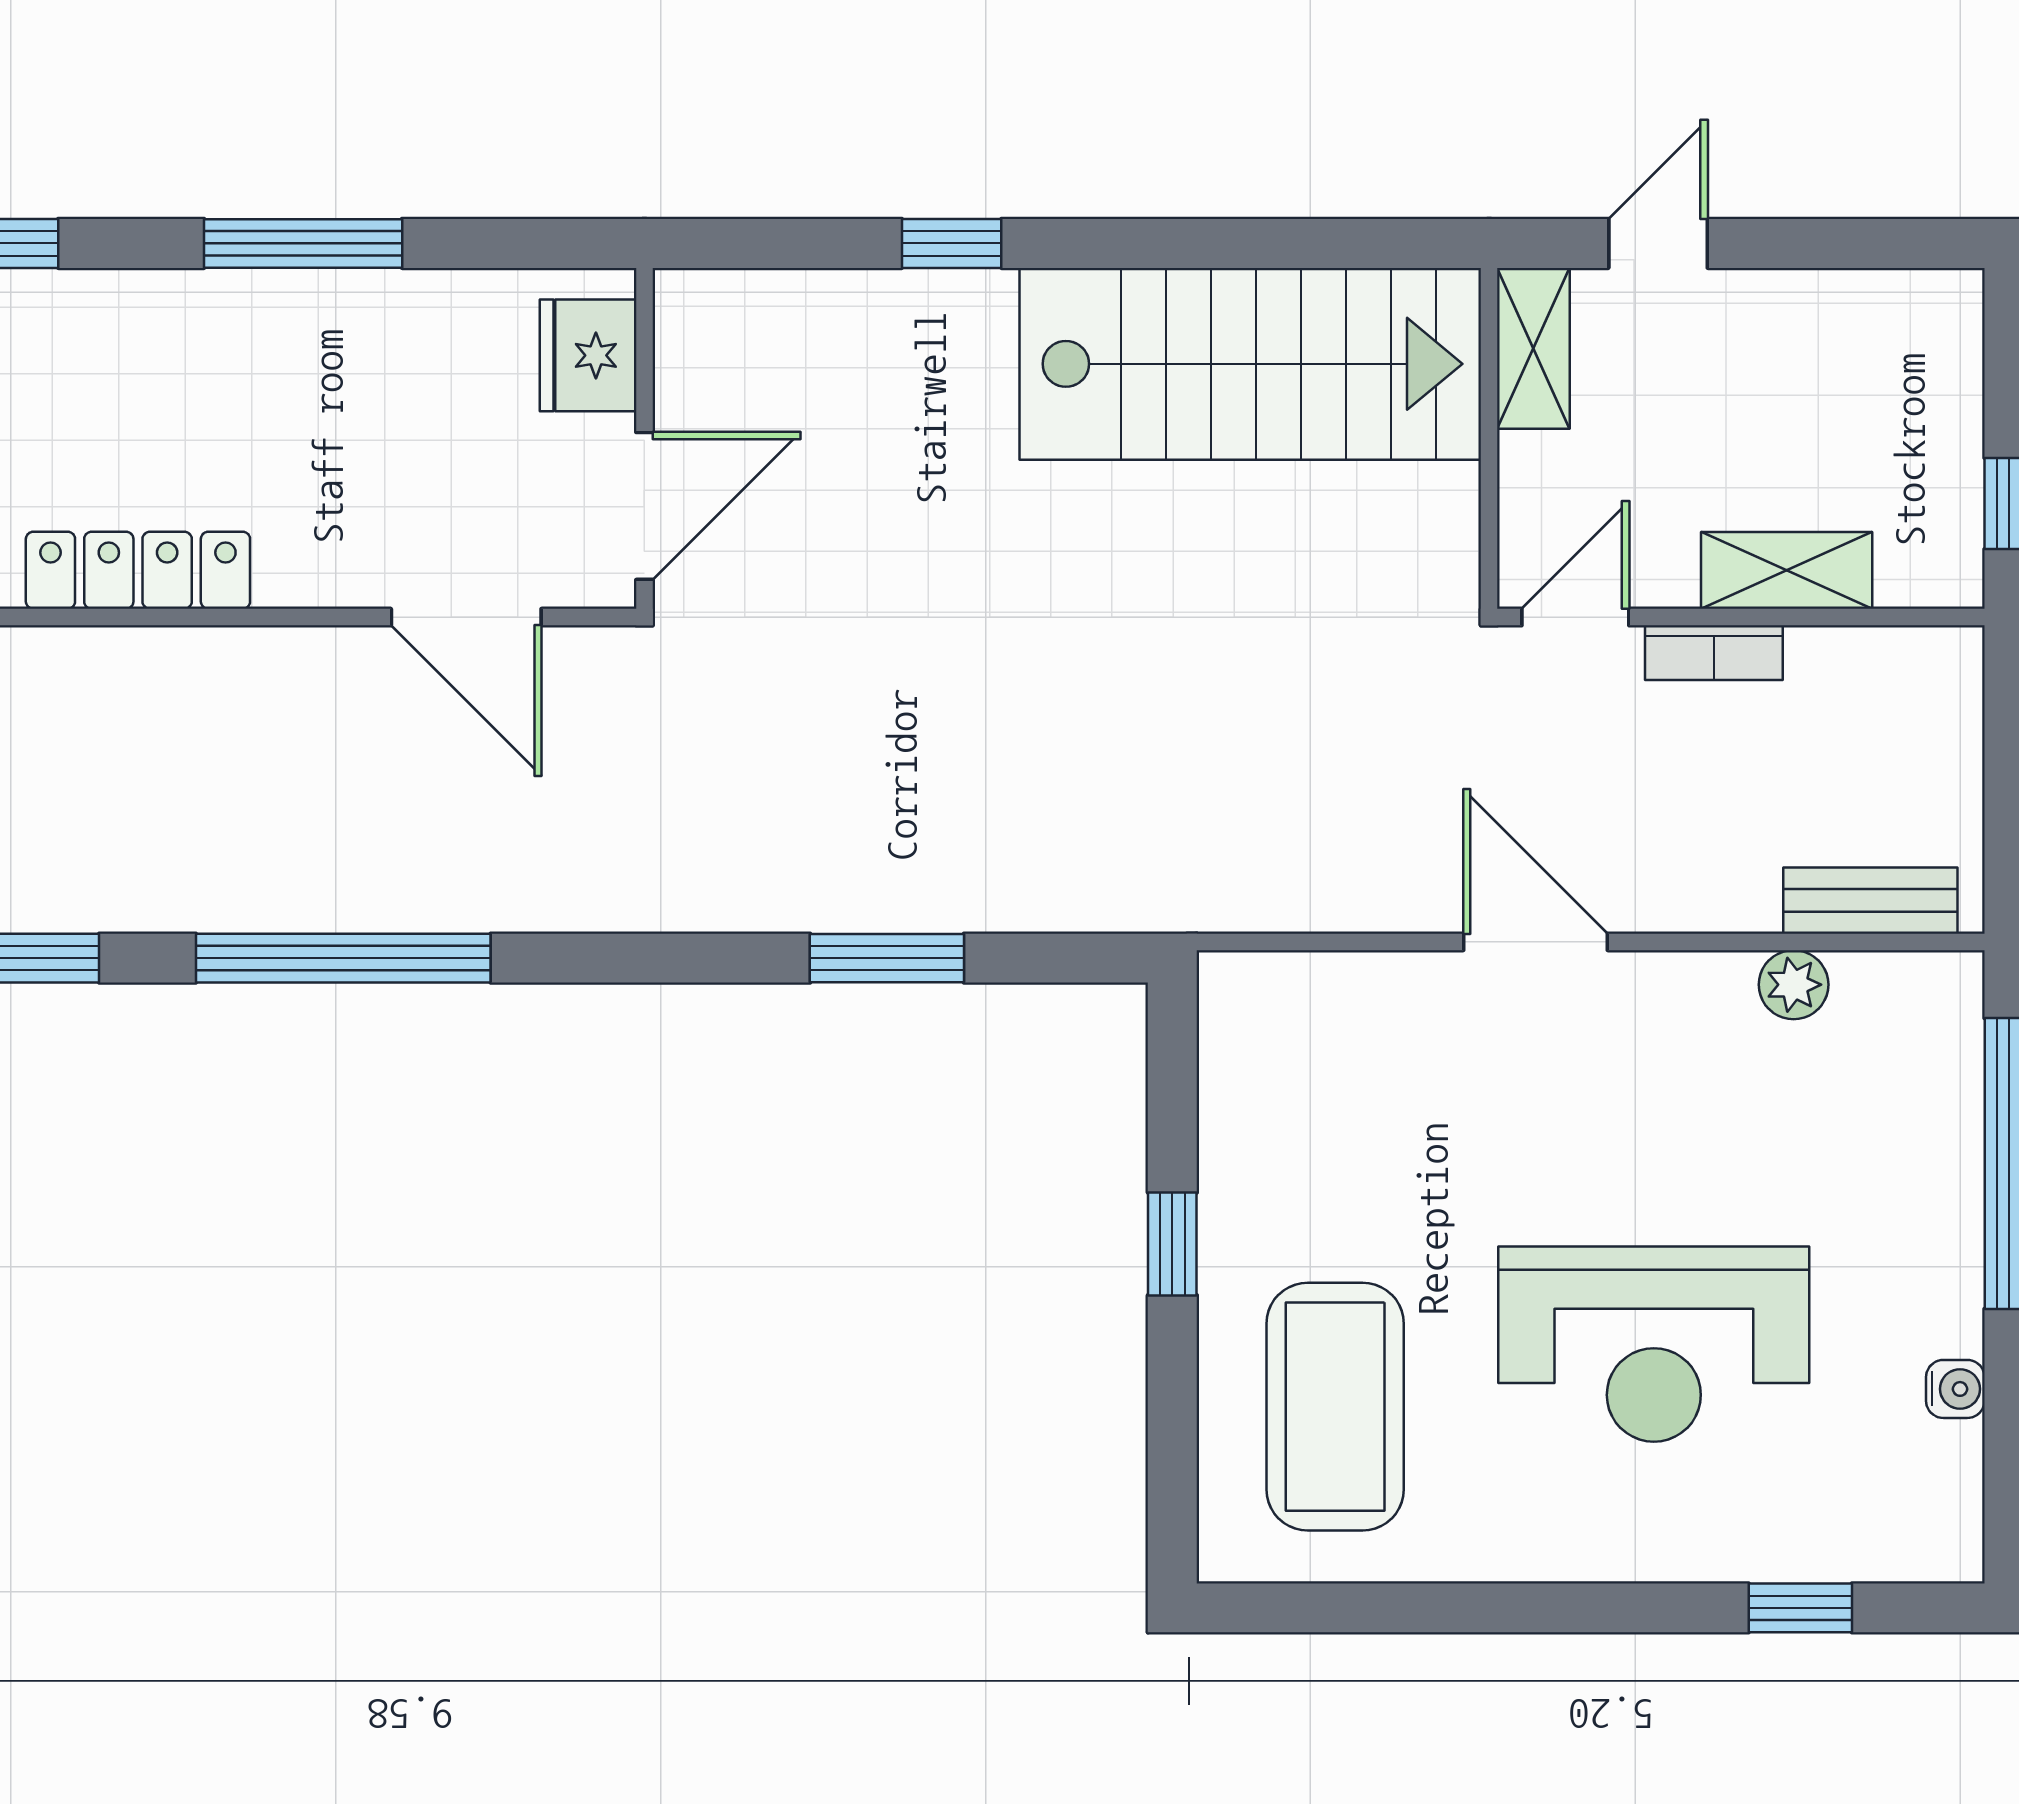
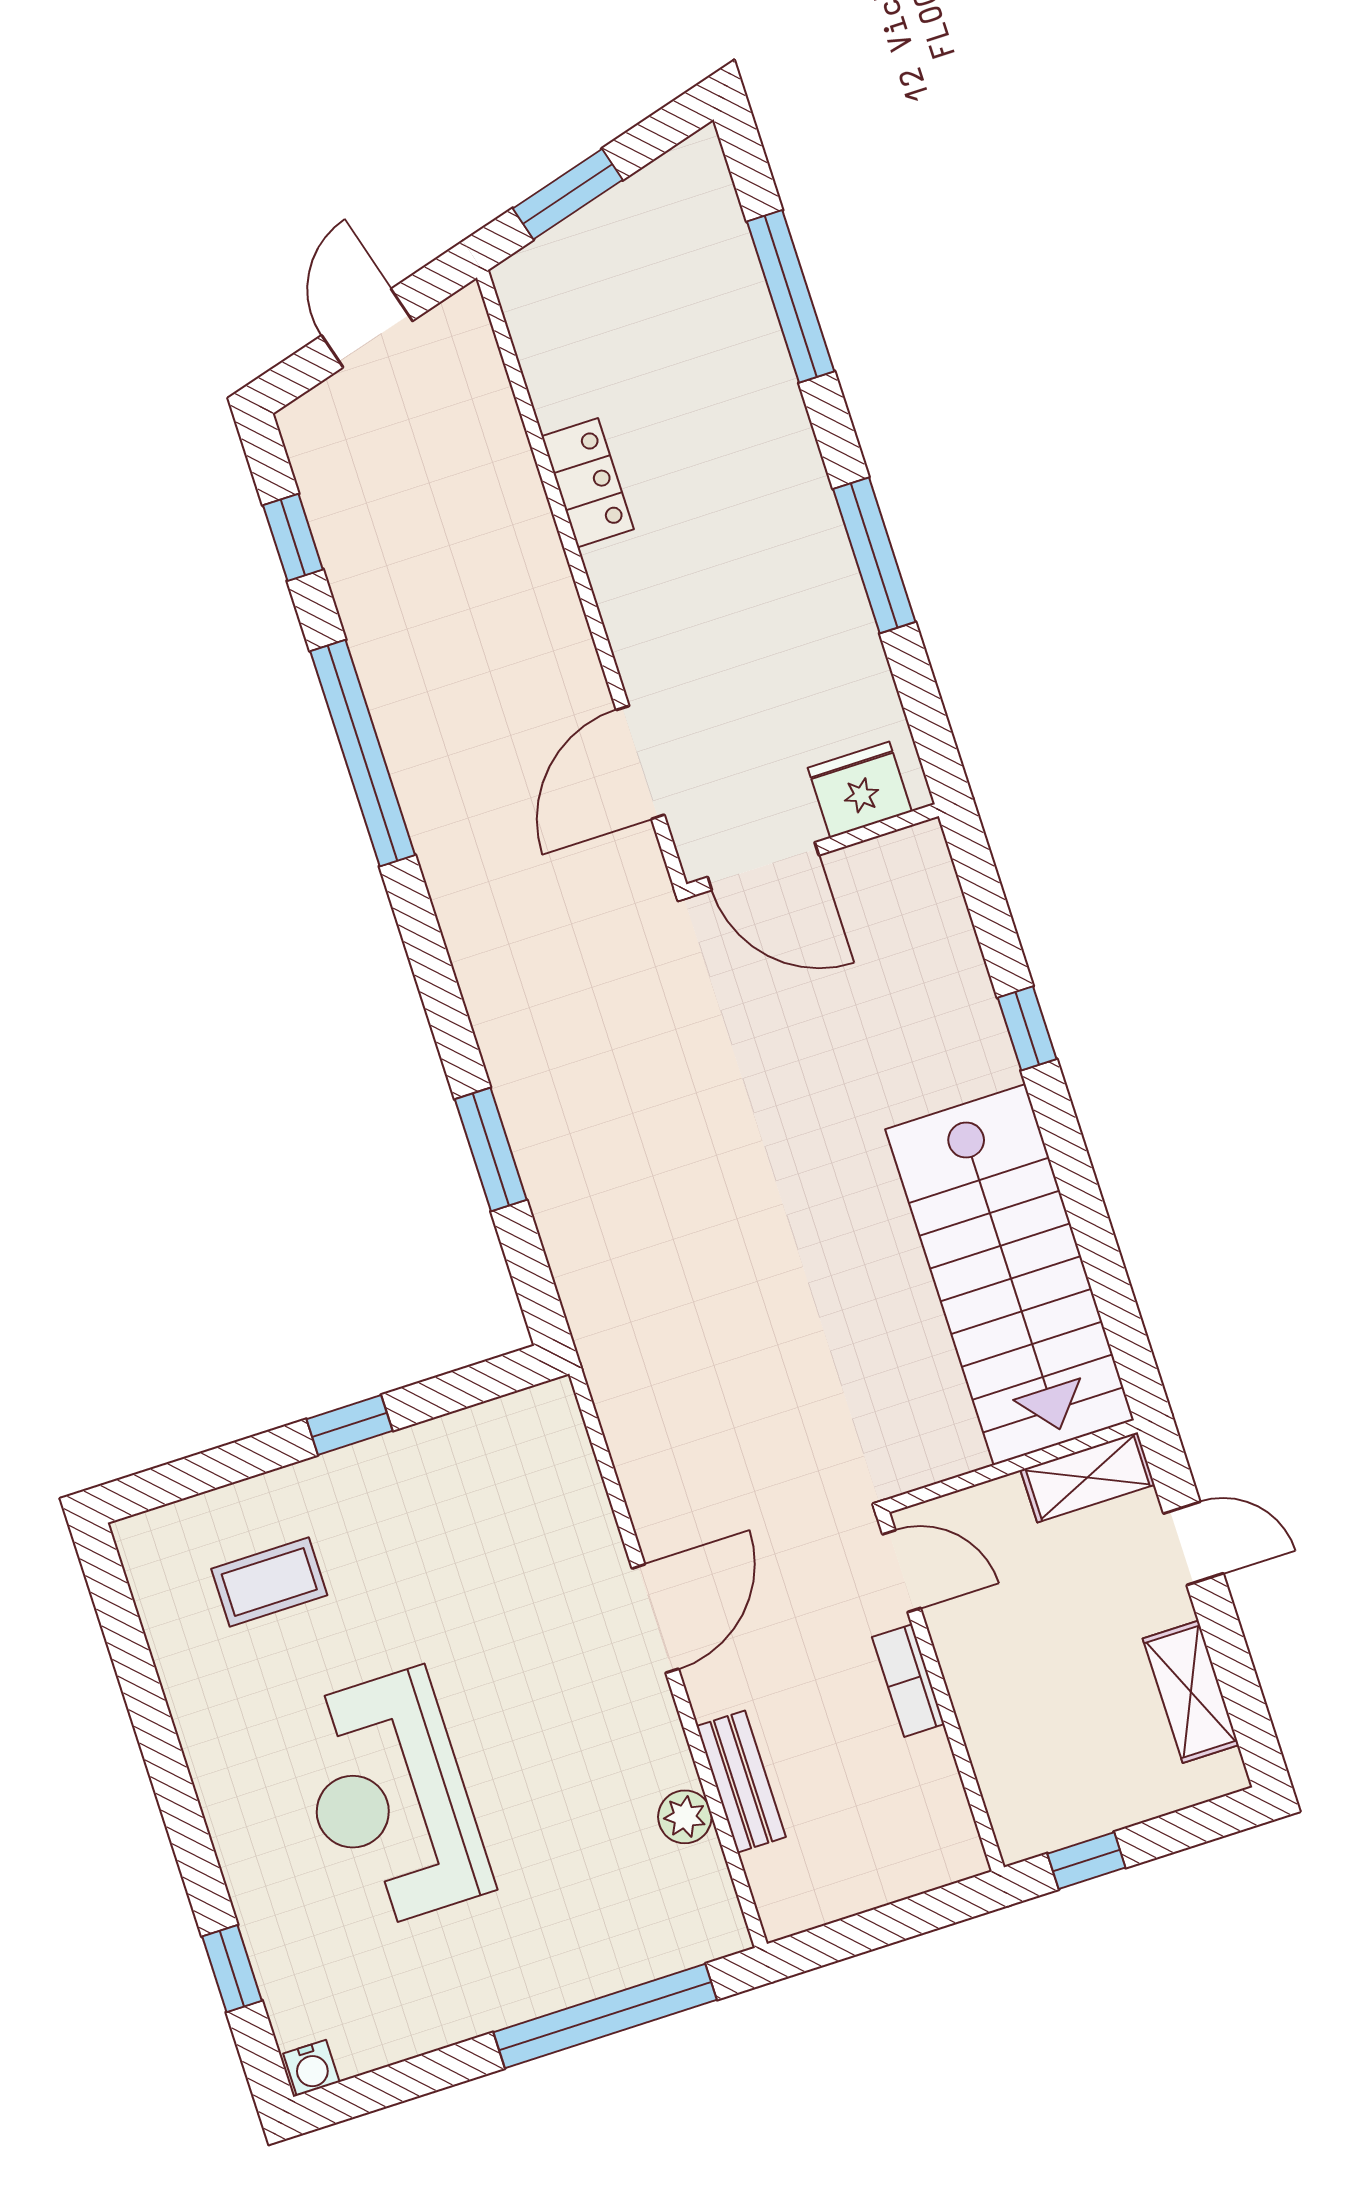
locker: (138, 570) -> (588, 483), width x0.66
shelving: (1787, 570) -> (1191, 1692), moved
bench: (1870, 901) -> (741, 1782), moved
water cooler: (1955, 1389) -> (311, 2068), moved
coffee table: (1335, 1407) -> (269, 1582), width x0.54, depth x0.58

